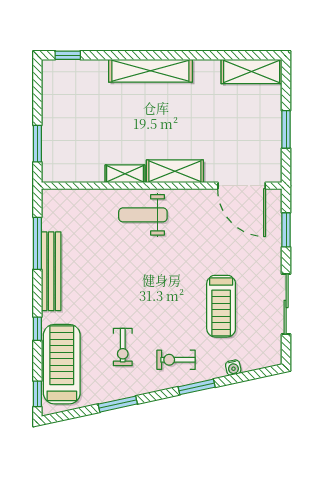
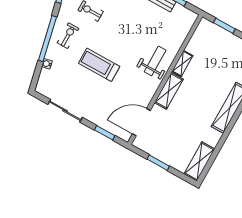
treadmill: (221, 306) -> (99, 65), moved
window: (197, 387) -> (47, 39), width x2.11

